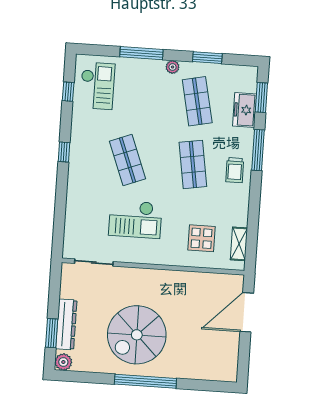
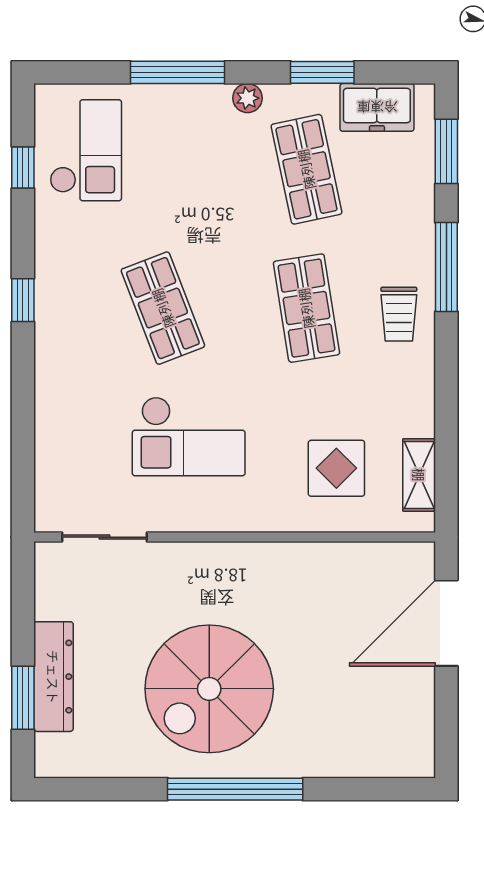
freezer: (245, 110) -> (377, 107), moved, turned -90
plant: (63, 362) -> (53, 759), removed

